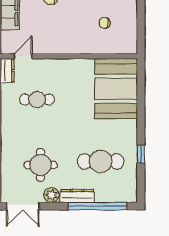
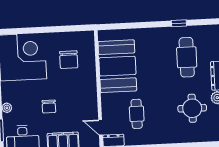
chair: (105, 23) -> (69, 60), width x1.87, depth x1.87
booth: (116, 89) -> (117, 66), moved, turned 90

